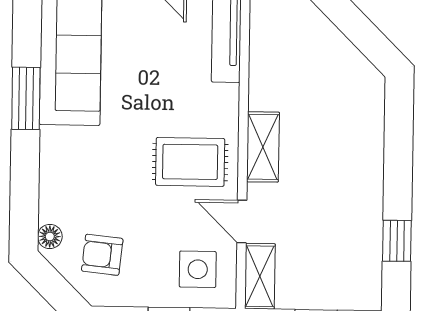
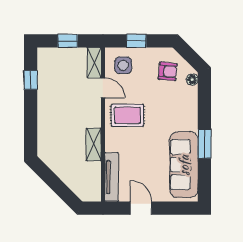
shelving: (263, 147) -> (94, 145), moved

